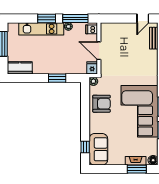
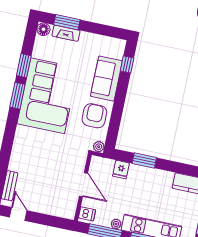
door: (143, 19) -> (18, 214), hinge flipped
fridge: (92, 68) -> (121, 169), moved
armchair: (102, 104) -> (94, 116), turned 90
sofa: (98, 149) -> (106, 79), moved

